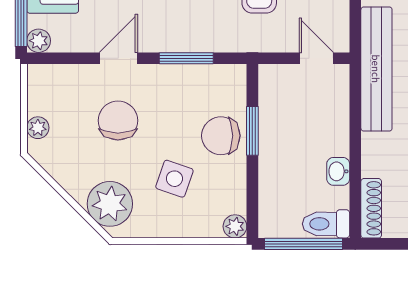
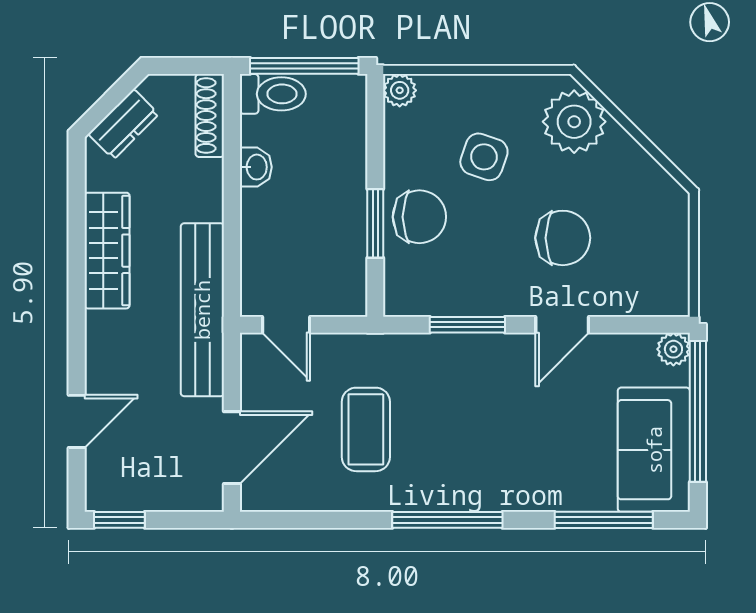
chair: (118, 121) -> (563, 238), turned -90
plant: (38, 128) -> (675, 228), removed

